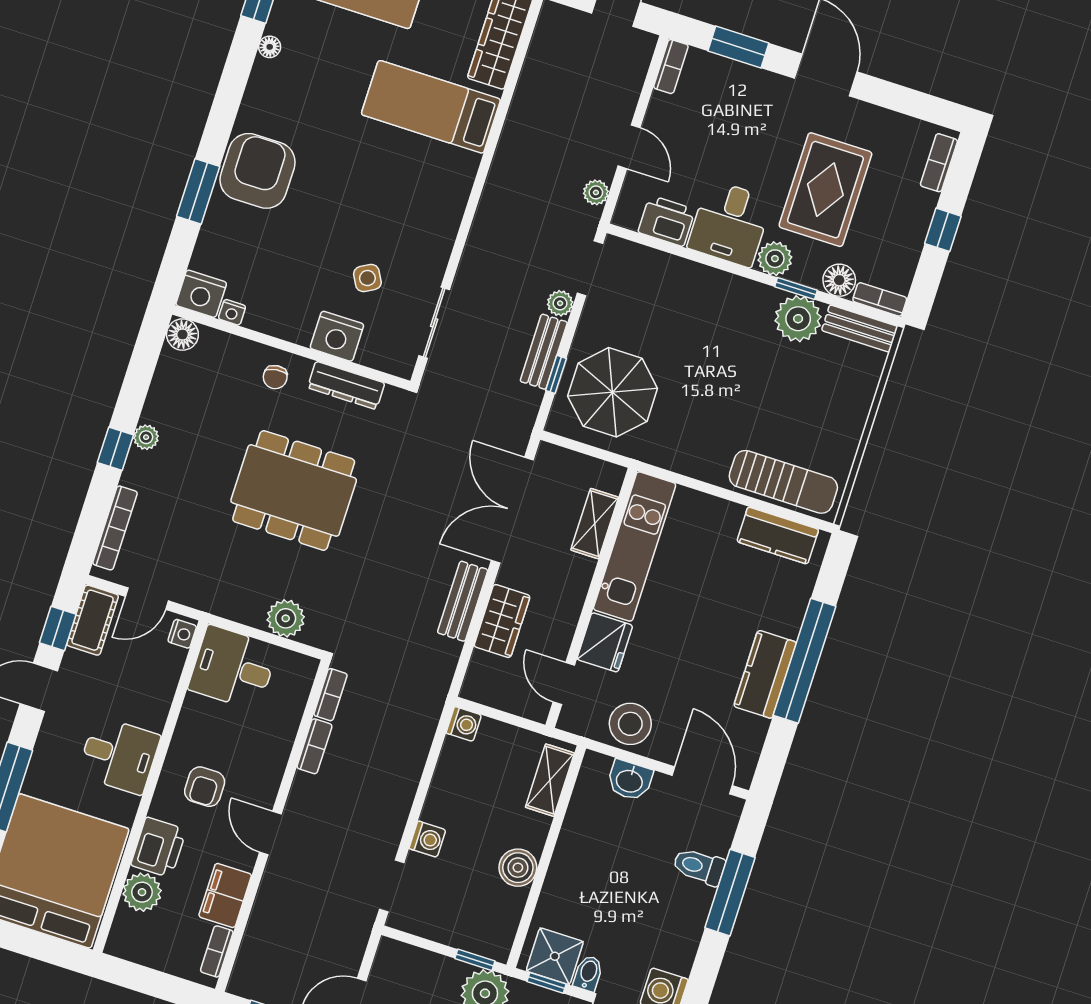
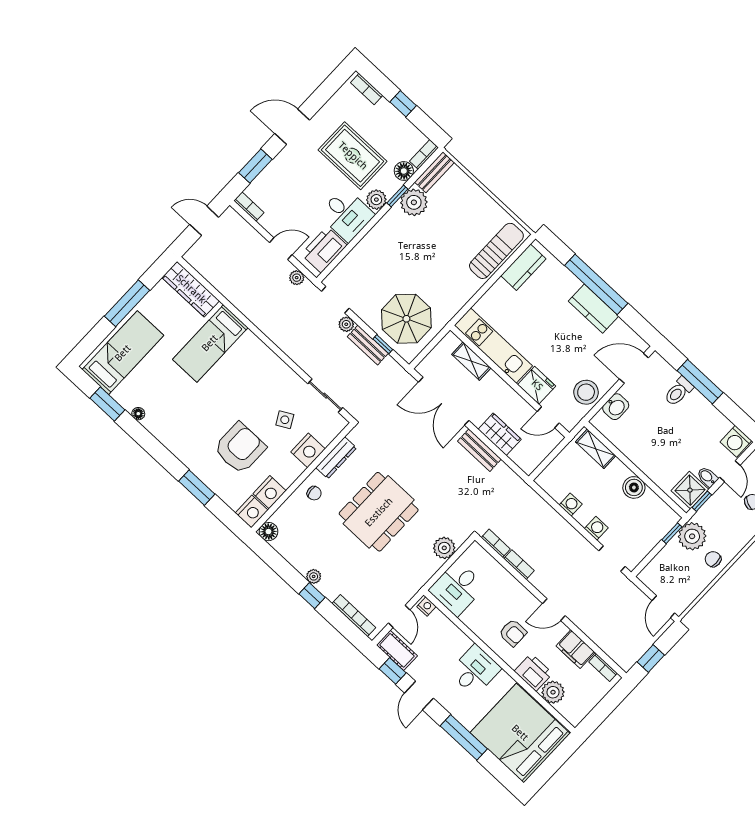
armchair: (258, 171) -> (240, 448), moved, turned 90
printer: (667, 221) -> (324, 250), width x1.37, depth x1.19
nightstand: (232, 312) -> (269, 492), width x1.89, depth x1.79
washing machine: (464, 724) -> (571, 505), moved

